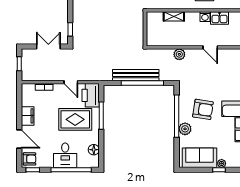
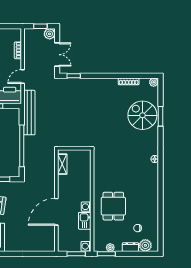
shelving: (174, 16) -> (62, 164), moved
door: (210, 47) -> (56, 212), width x1.88
plant: (179, 54) -> (50, 34), moved
bench: (136, 75) -> (29, 113), moved

